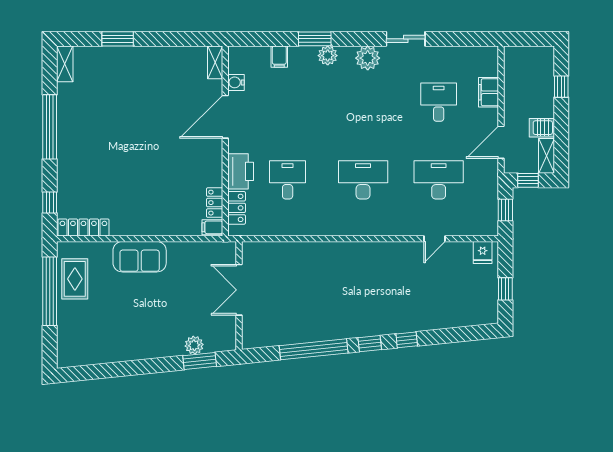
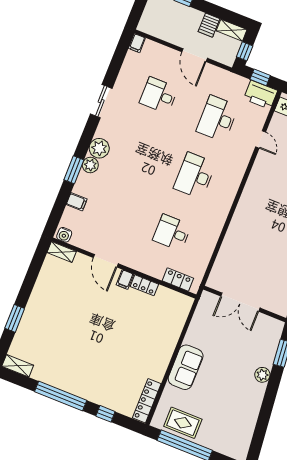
plant: (368, 58) -> (99, 148), moved
water cooler: (236, 82) -> (64, 235), moved
filing cabinet: (488, 92) -> (137, 43), moved, width x0.50
door: (225, 117) -> (106, 261), width x0.73
door: (501, 142) -> (195, 55), moved
printer: (241, 171) -> (261, 95), moved, turned 180
window: (50, 203) -> (105, 414), moved
locker: (215, 203) -> (144, 285), moved
filing cabinet: (212, 227) -> (125, 280), moved
plant: (194, 345) -> (262, 375), moved

